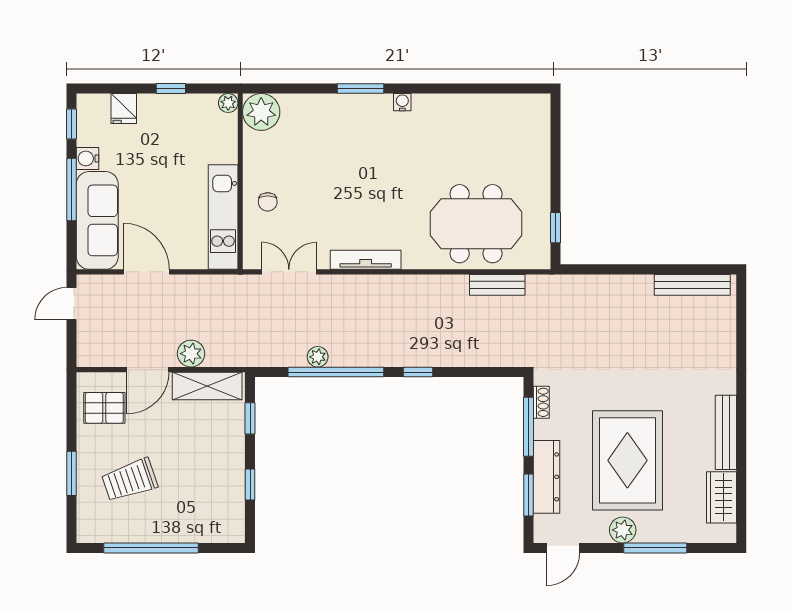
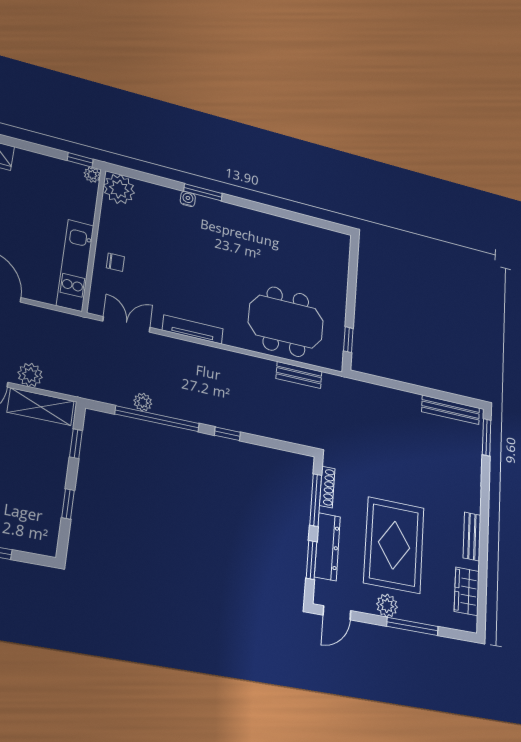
window: (171, 89) -> (80, 160), moved
water cooler: (402, 102) -> (188, 199), moved
chair: (268, 202) -> (115, 262), turned -90
window: (741, 309) -> (487, 437), added
shoe rack: (541, 402) -> (327, 487), width x1.43
bench: (726, 432) -> (472, 536), width x0.73

